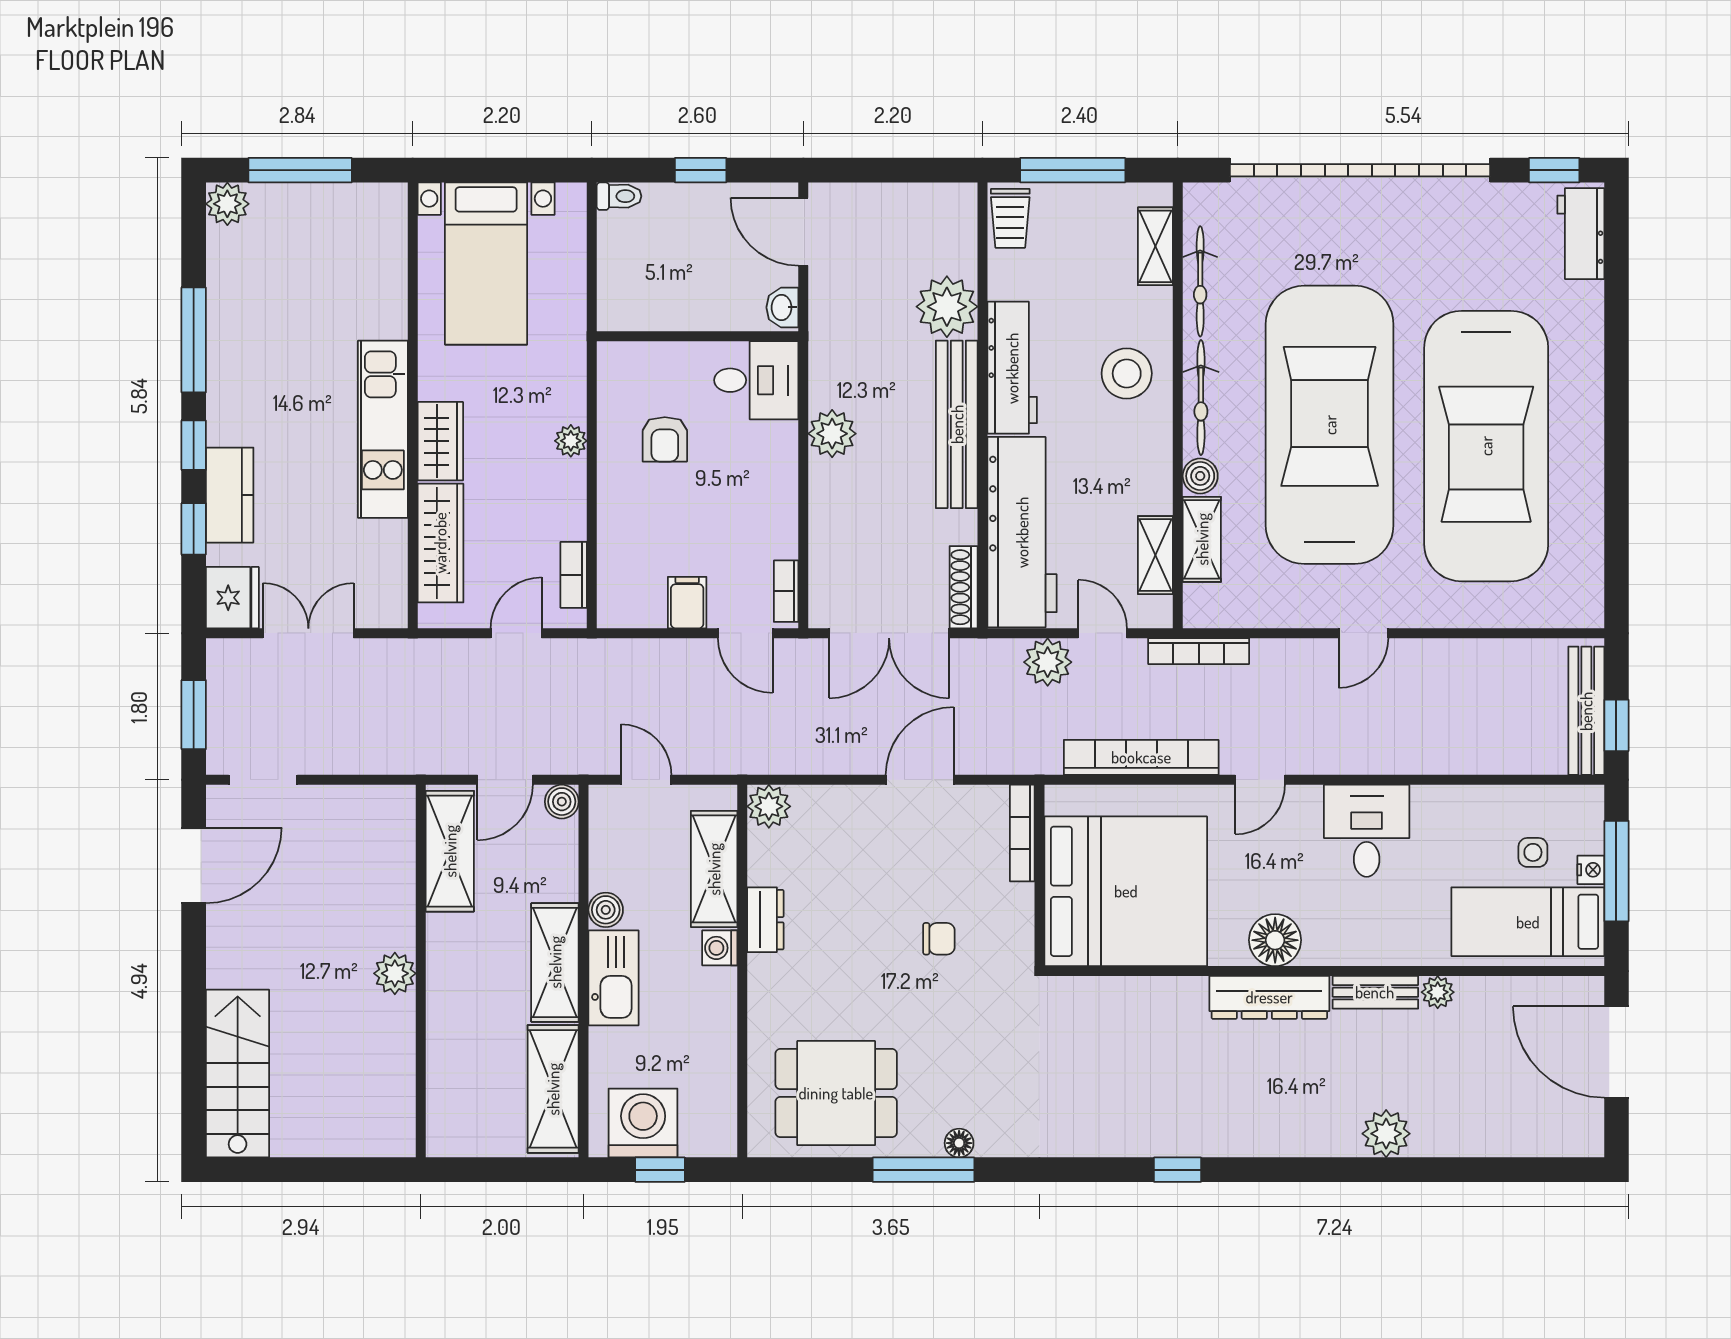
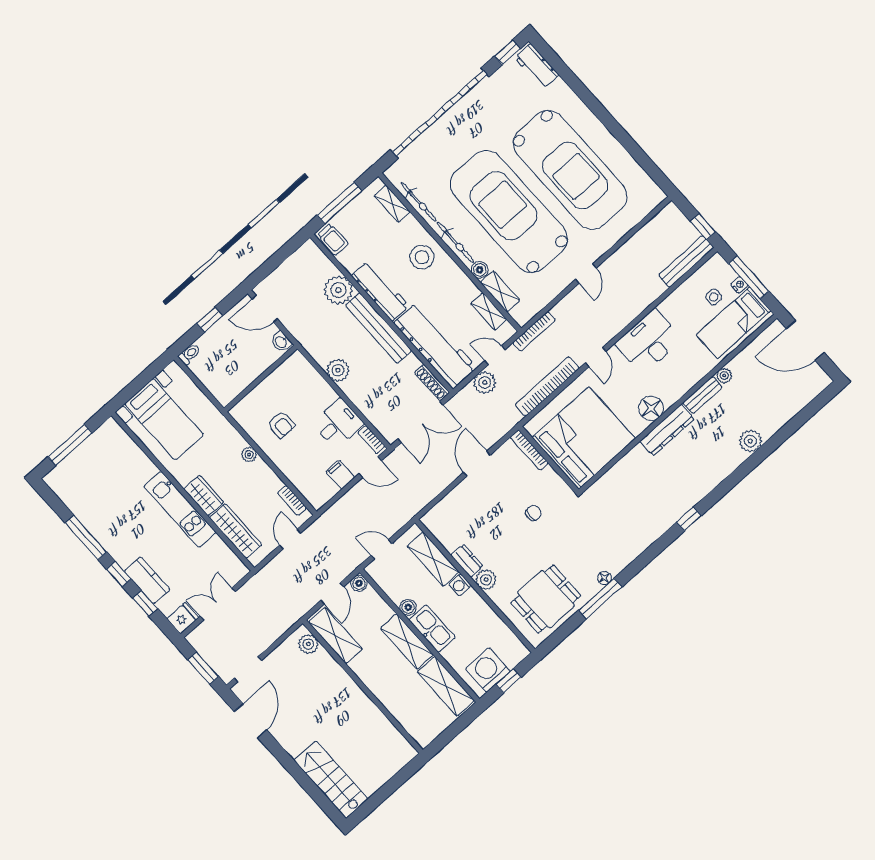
plant: (227, 204) -> (55, 479), removed
desk: (756, 380) -> (338, 423), moved
fridge: (232, 598) -> (183, 618), width x0.72
bench: (1586, 711) -> (686, 261), moved, turned 90
plant: (769, 806) -> (486, 580), moved
desk: (1367, 831) -> (649, 342), width x1.37
plant: (395, 973) -> (308, 644), moved

